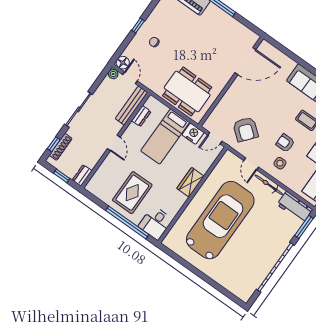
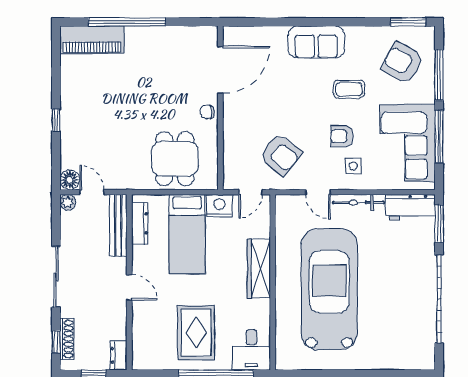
chair: (154, 42) -> (207, 112), moved
dining table: (187, 91) -> (175, 159), width x0.73
dresser: (141, 116) -> (140, 223), width x1.44
wardrobe: (190, 182) -> (259, 269), width x1.50

